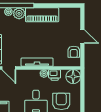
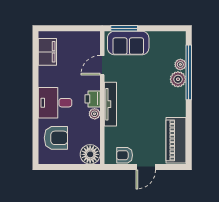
piano: (42, 15) -> (176, 140), moved
printer: (55, 75) -> (93, 99), moved

